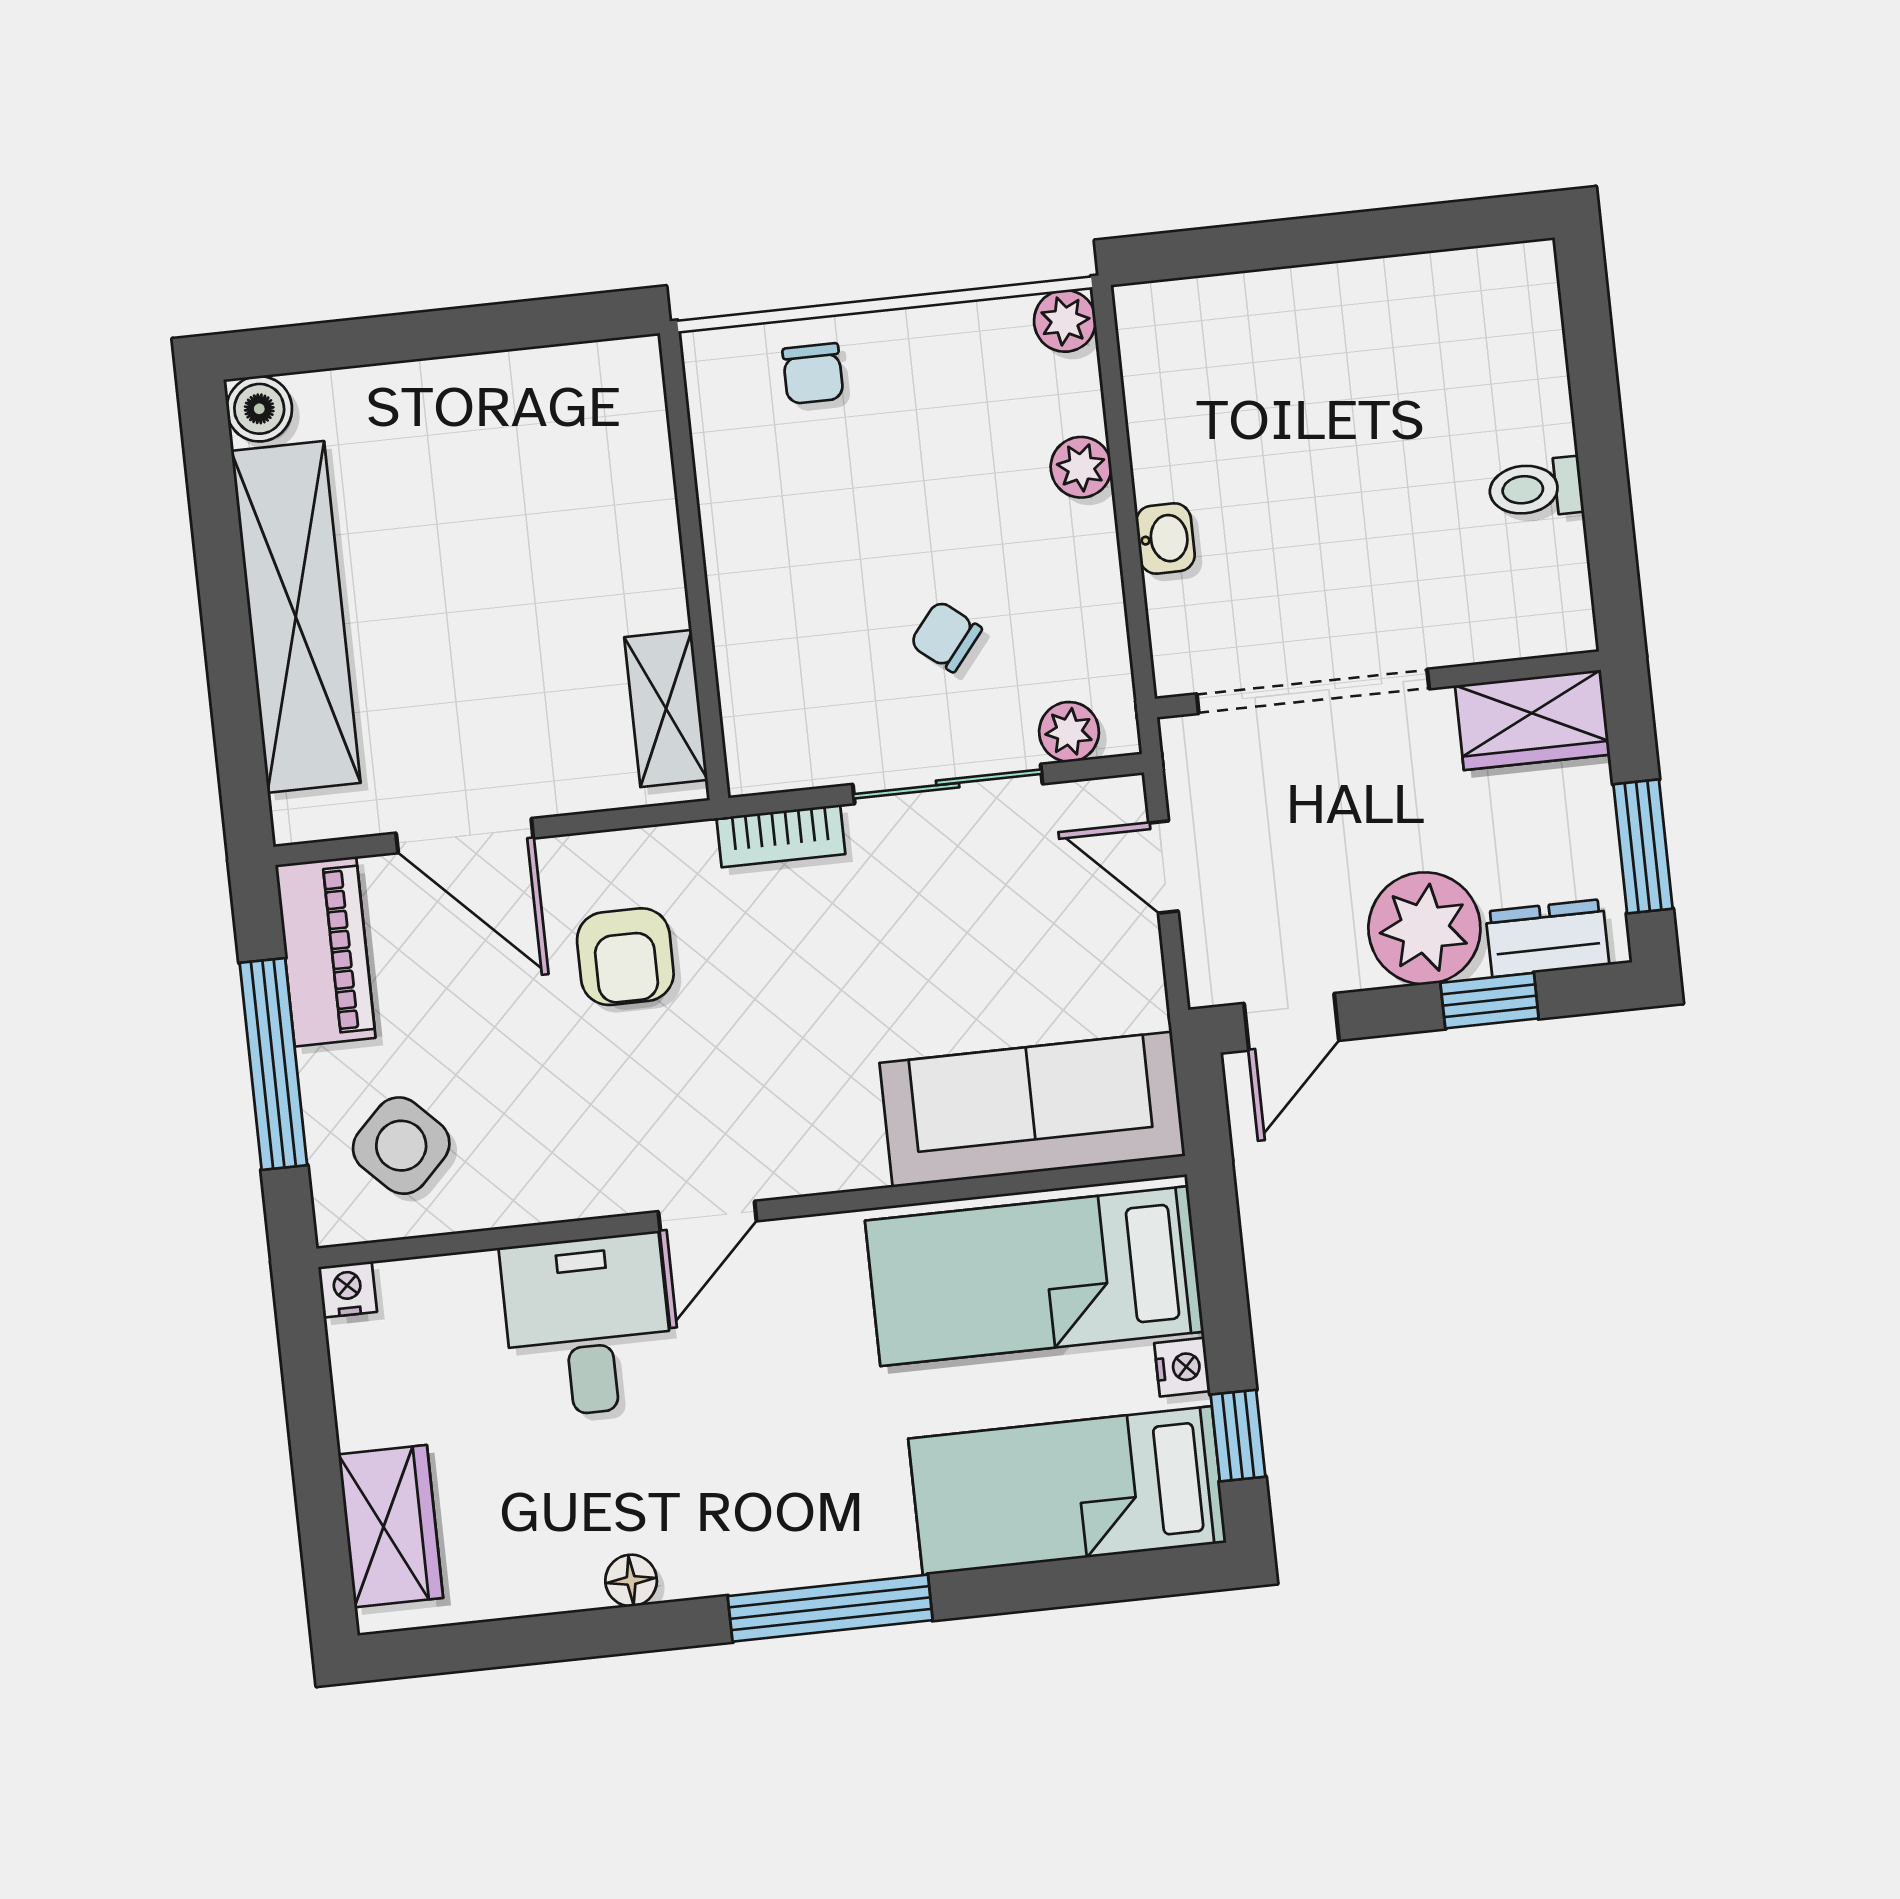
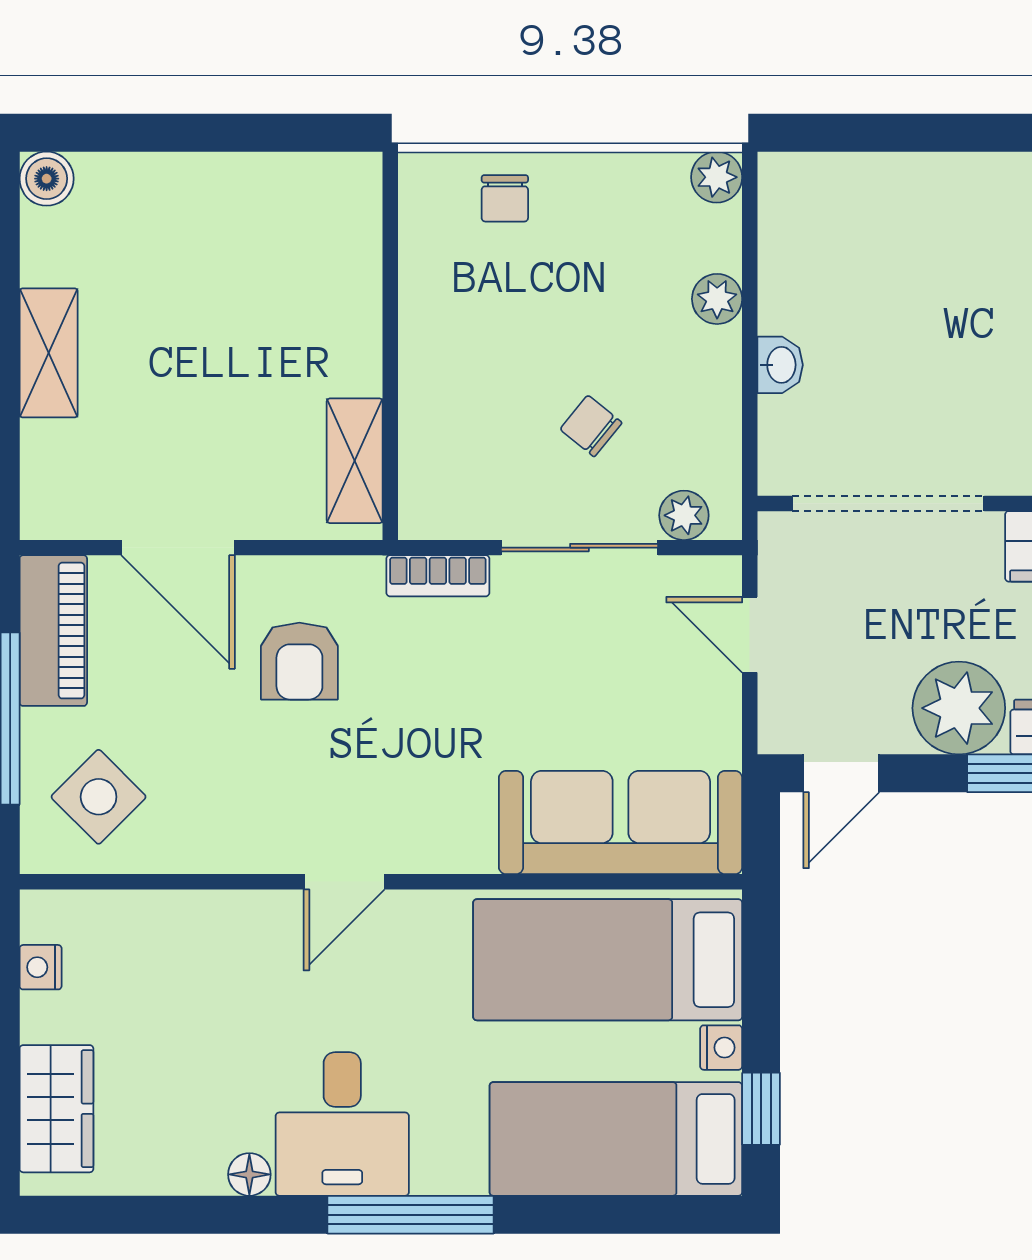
shelving: (296, 617) -> (49, 353), width x0.45, depth x0.75
nightstand: (348, 1289) -> (41, 967), moved, turned -90
desk: (588, 1326) -> (342, 1124), moved, turned 180

